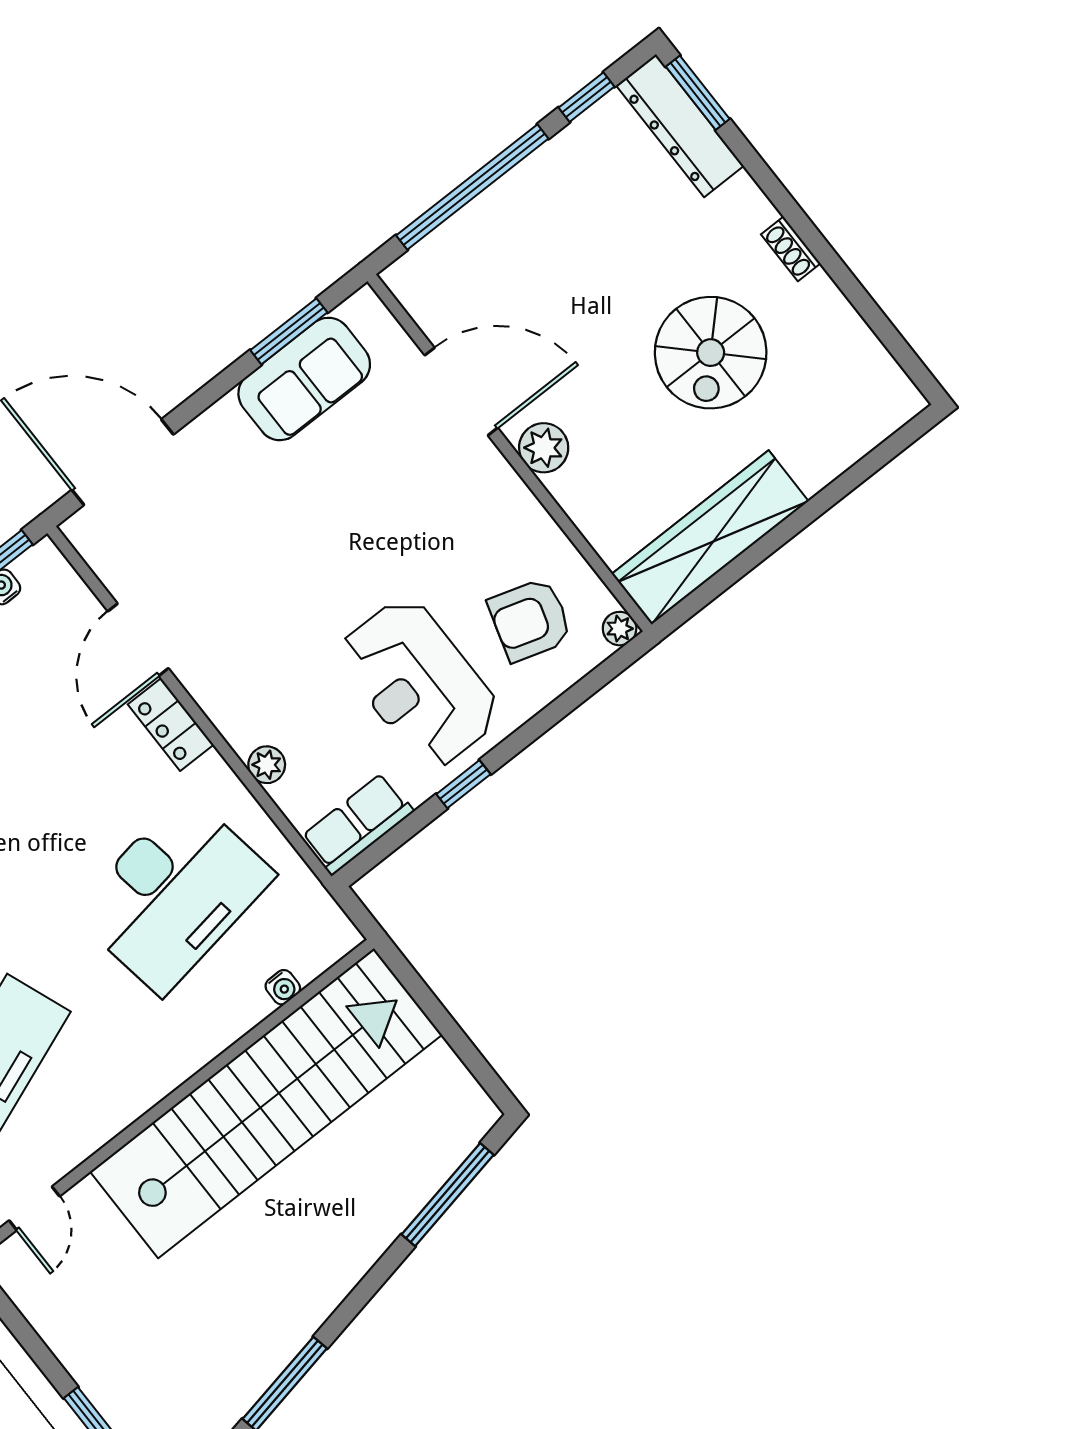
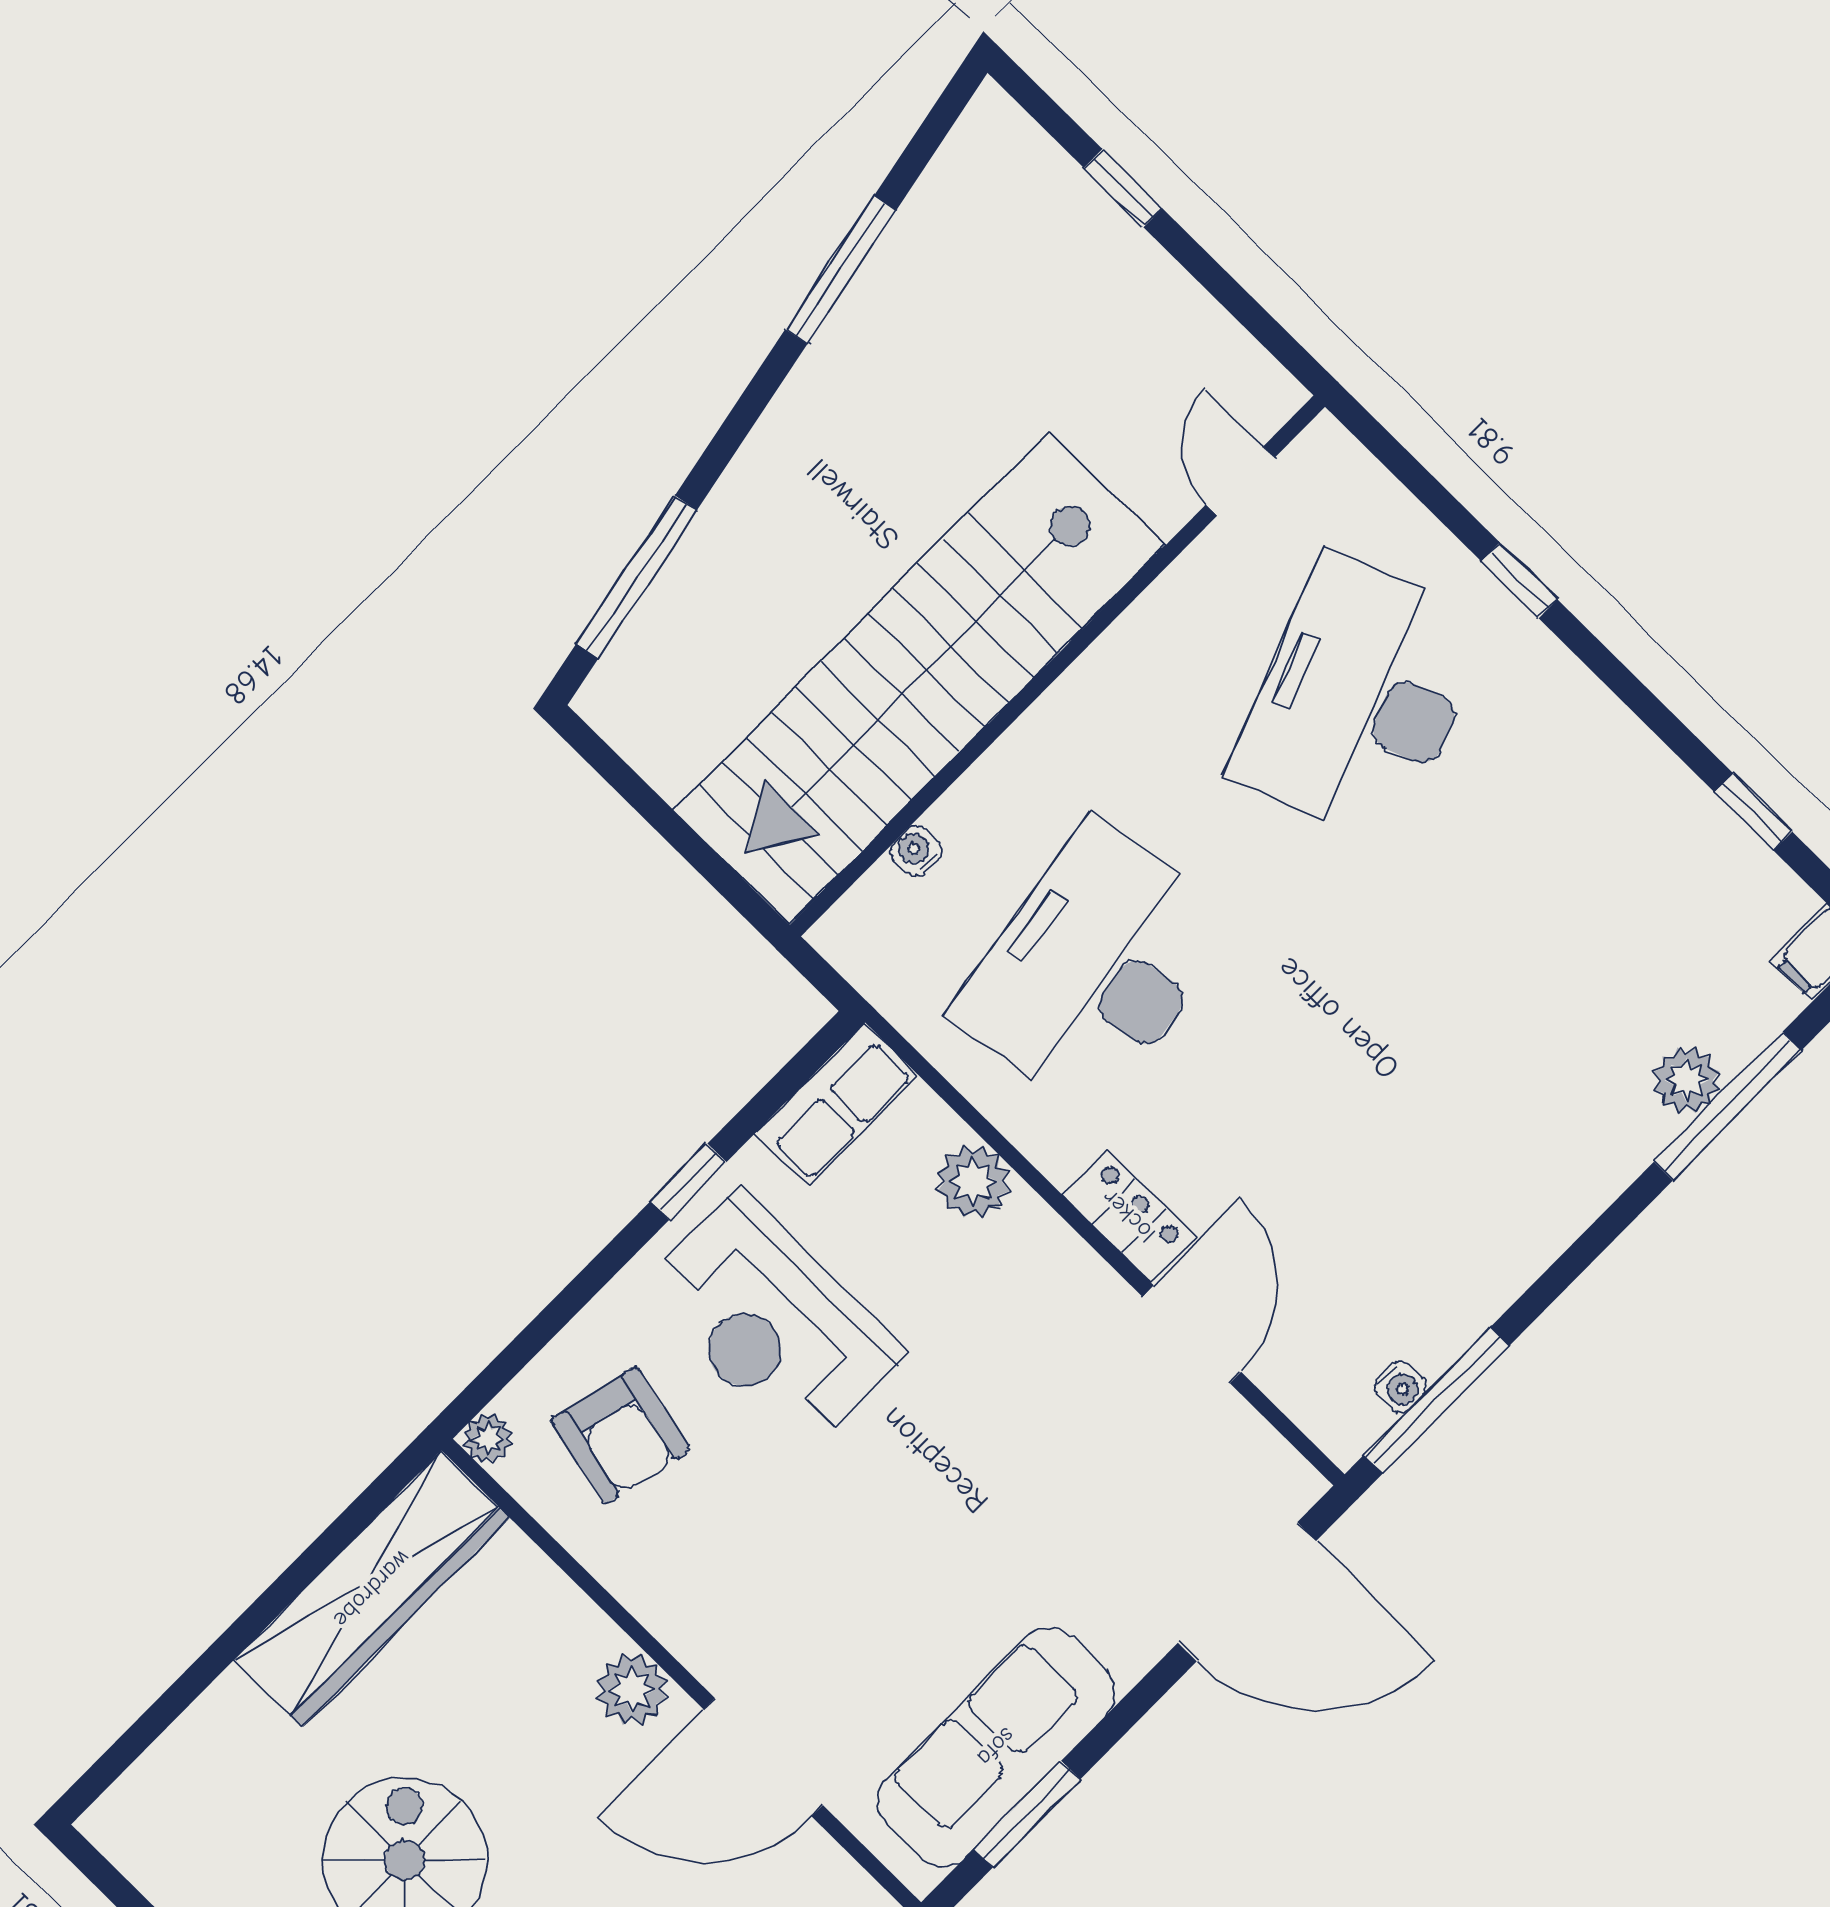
sofa: (304, 379) -> (996, 1747), width x1.36
armchair: (530, 620) -> (621, 1435), turned 86
reception desk: (419, 683) -> (772, 1322), turned 180
plant: (267, 765) -> (973, 1182), width x1.38, depth x1.38

